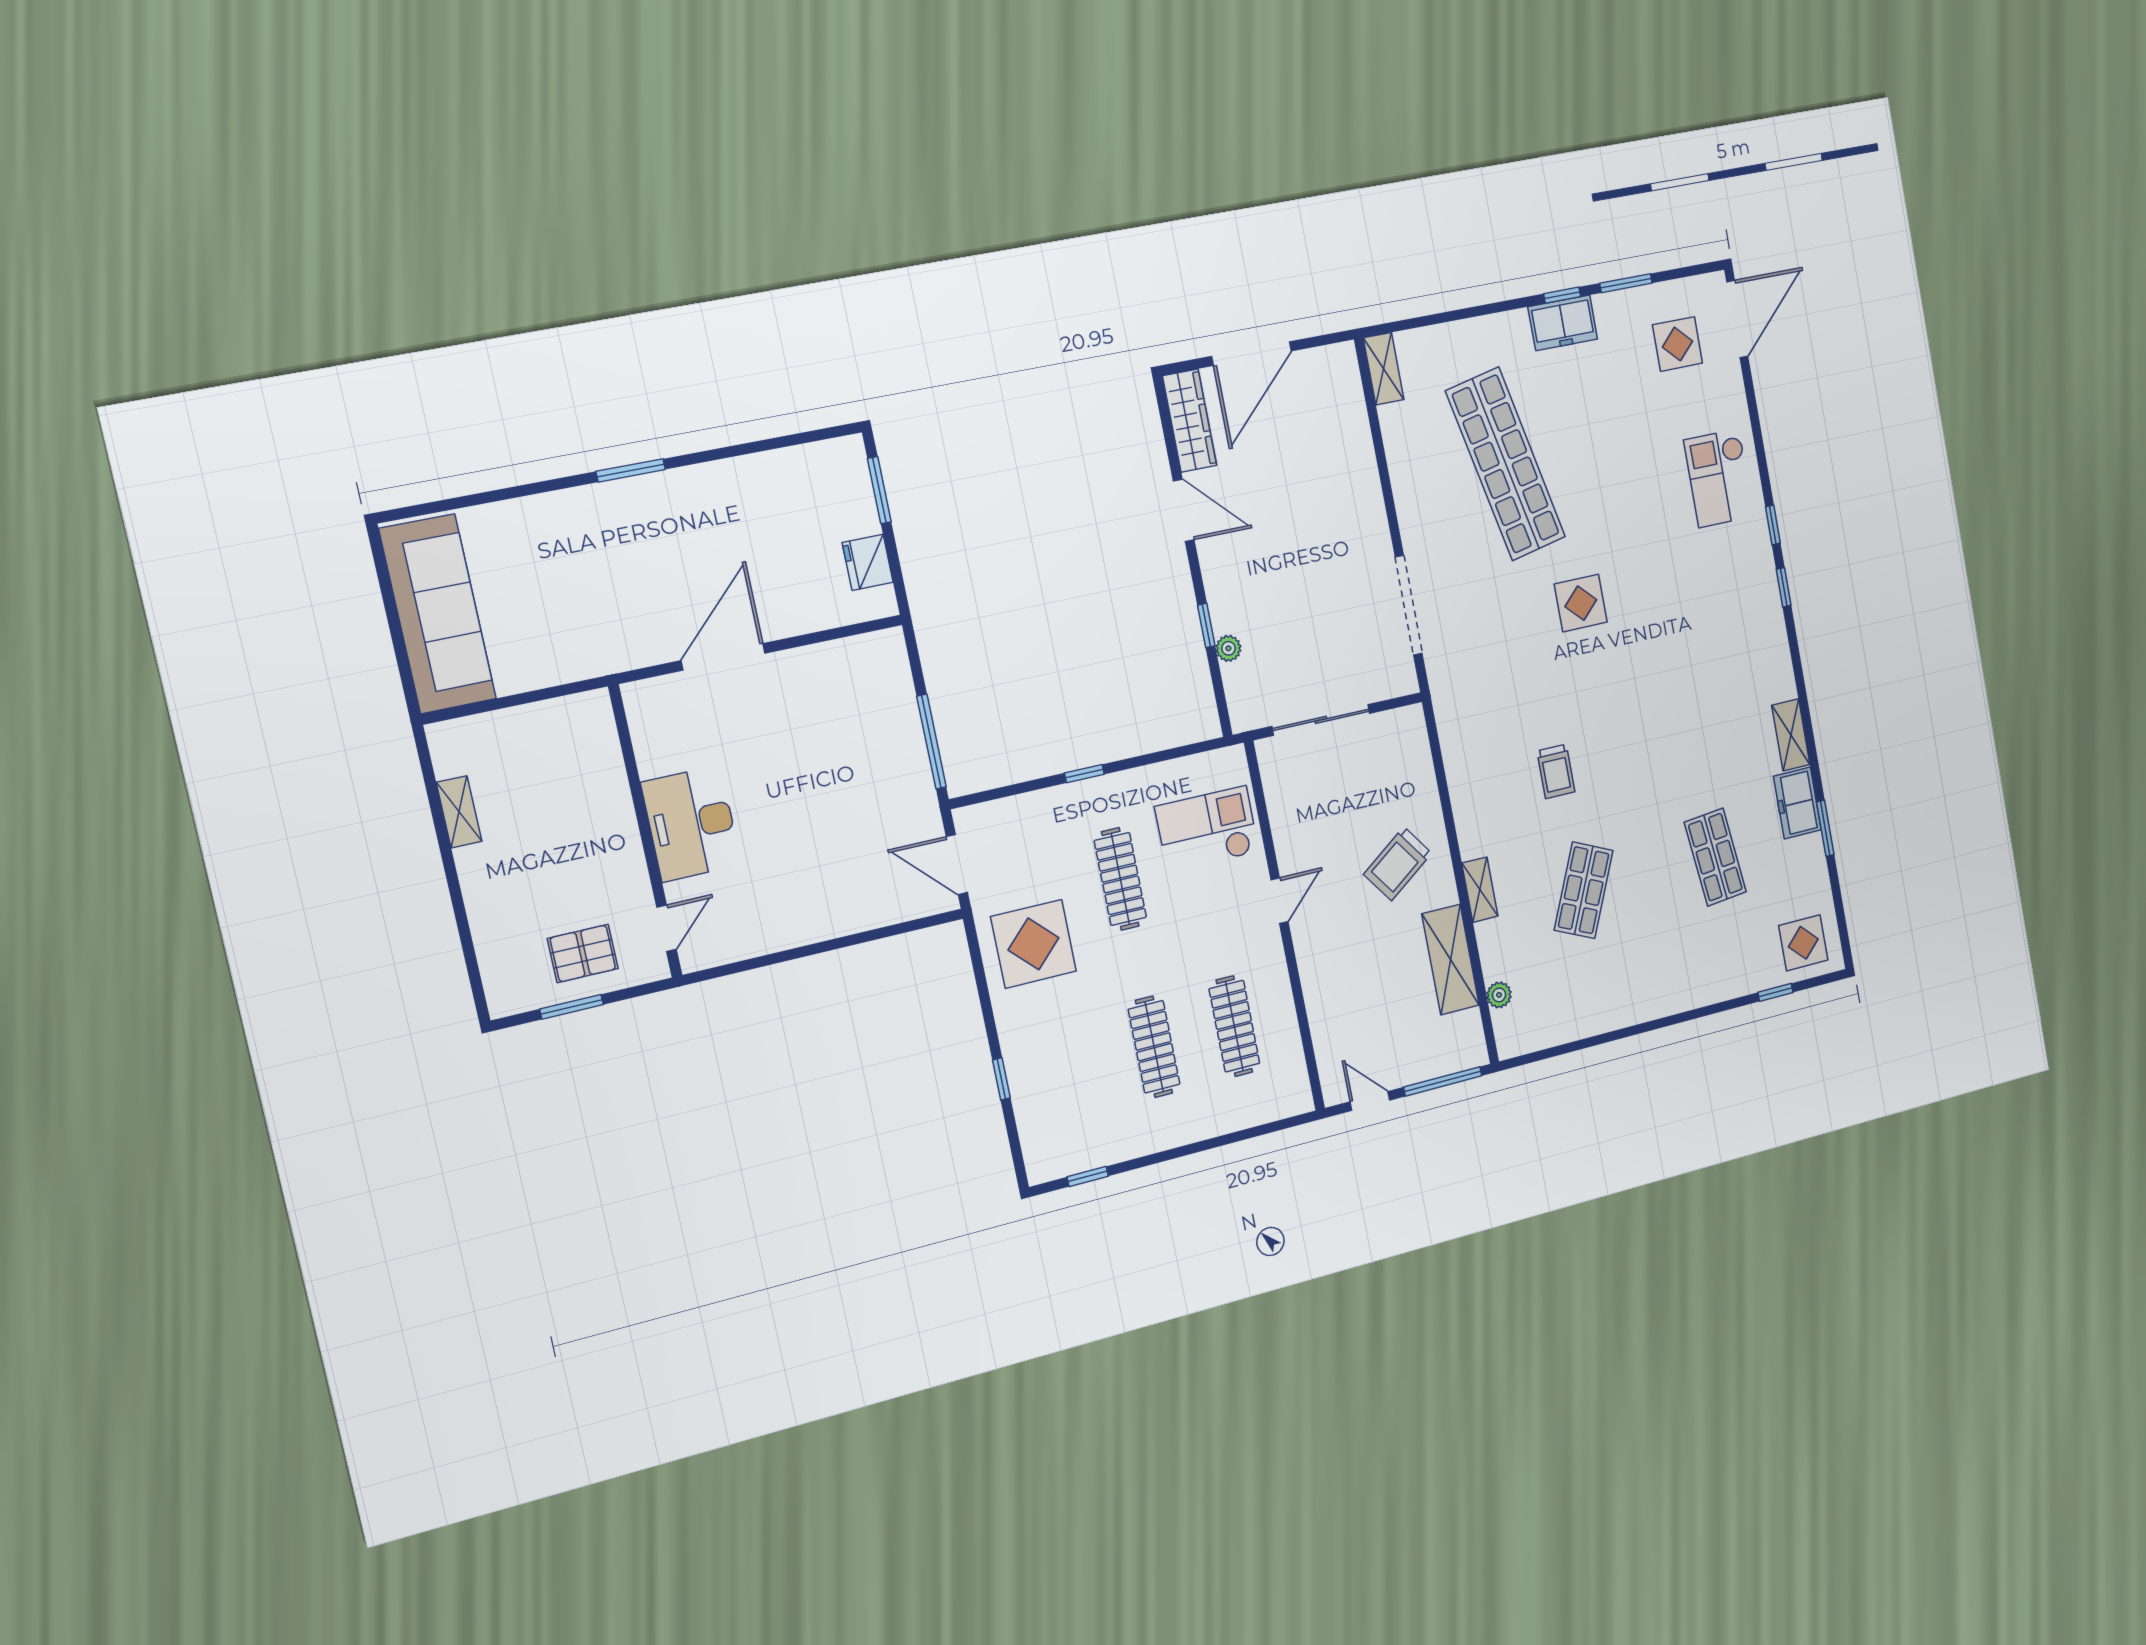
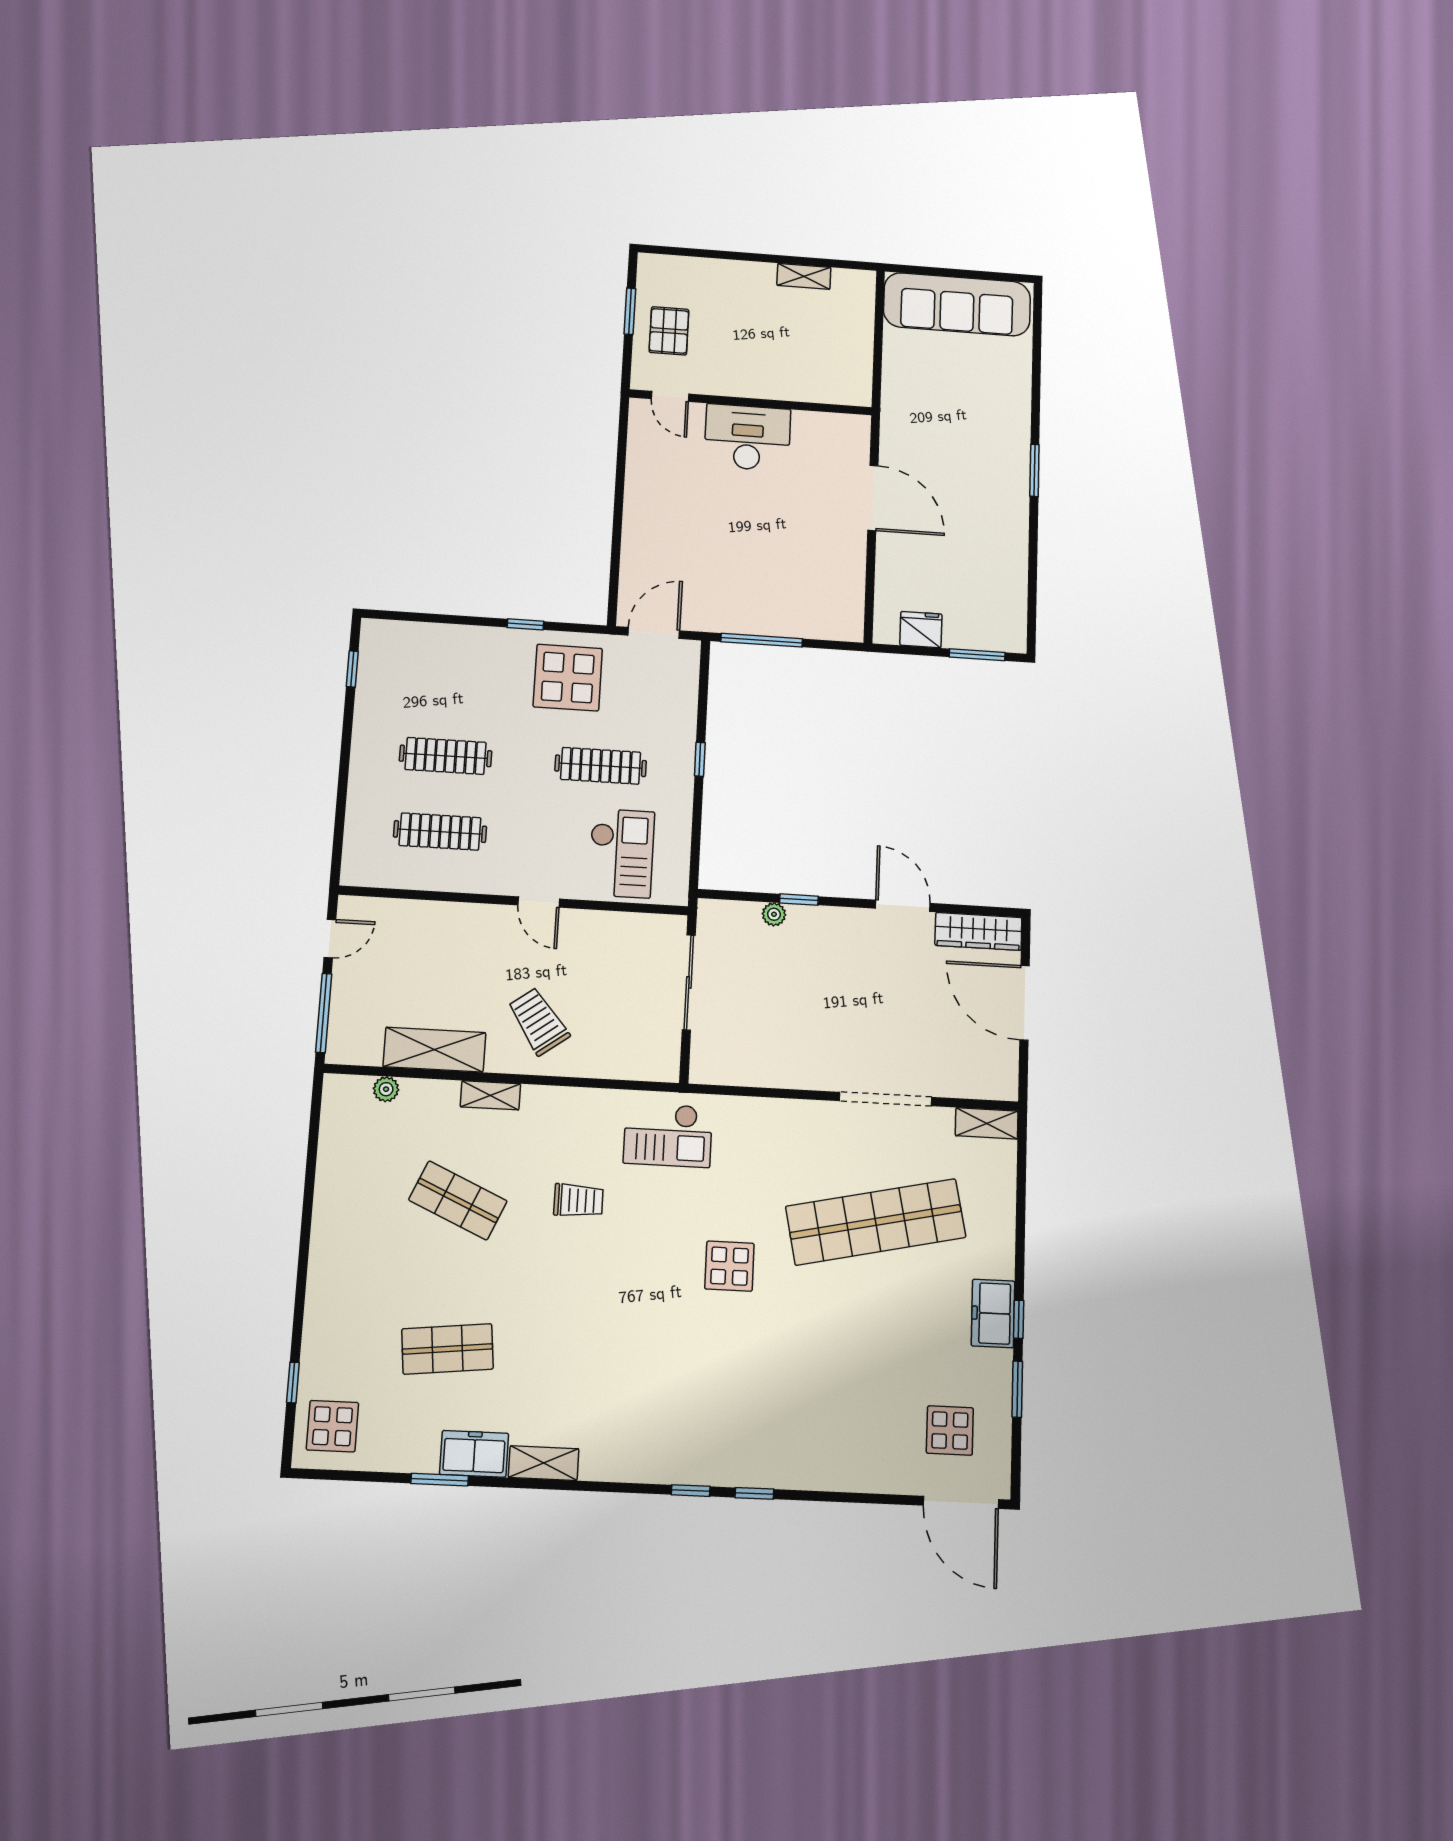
checkout: (1719, 478) -> (668, 1135), moved, turned 180
door: (1184, 510) -> (903, 906), swing flipped
doorway: (1409, 605) -> (885, 1099), moved
trolley: (1556, 771) -> (578, 1200), turned 180
window: (1001, 1079) -> (525, 624), moved

